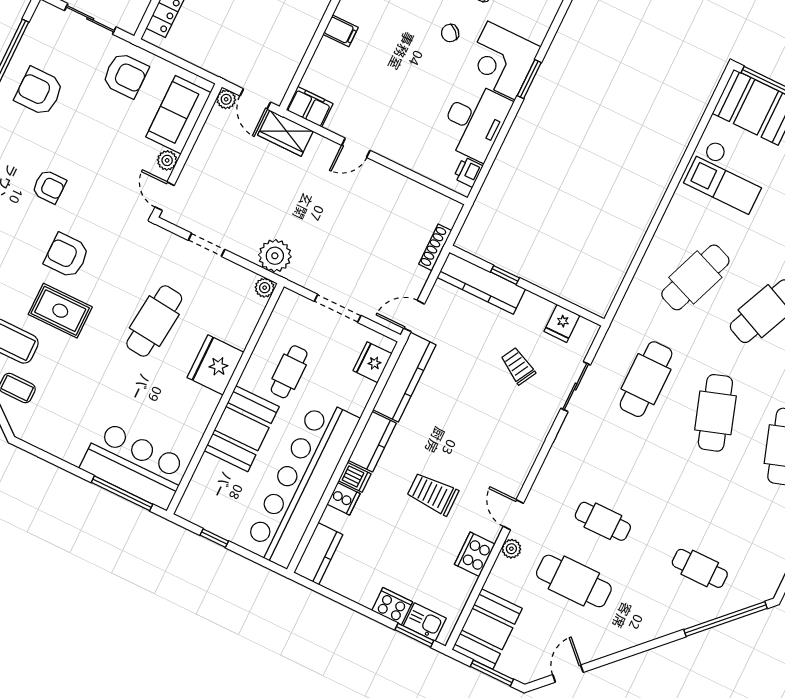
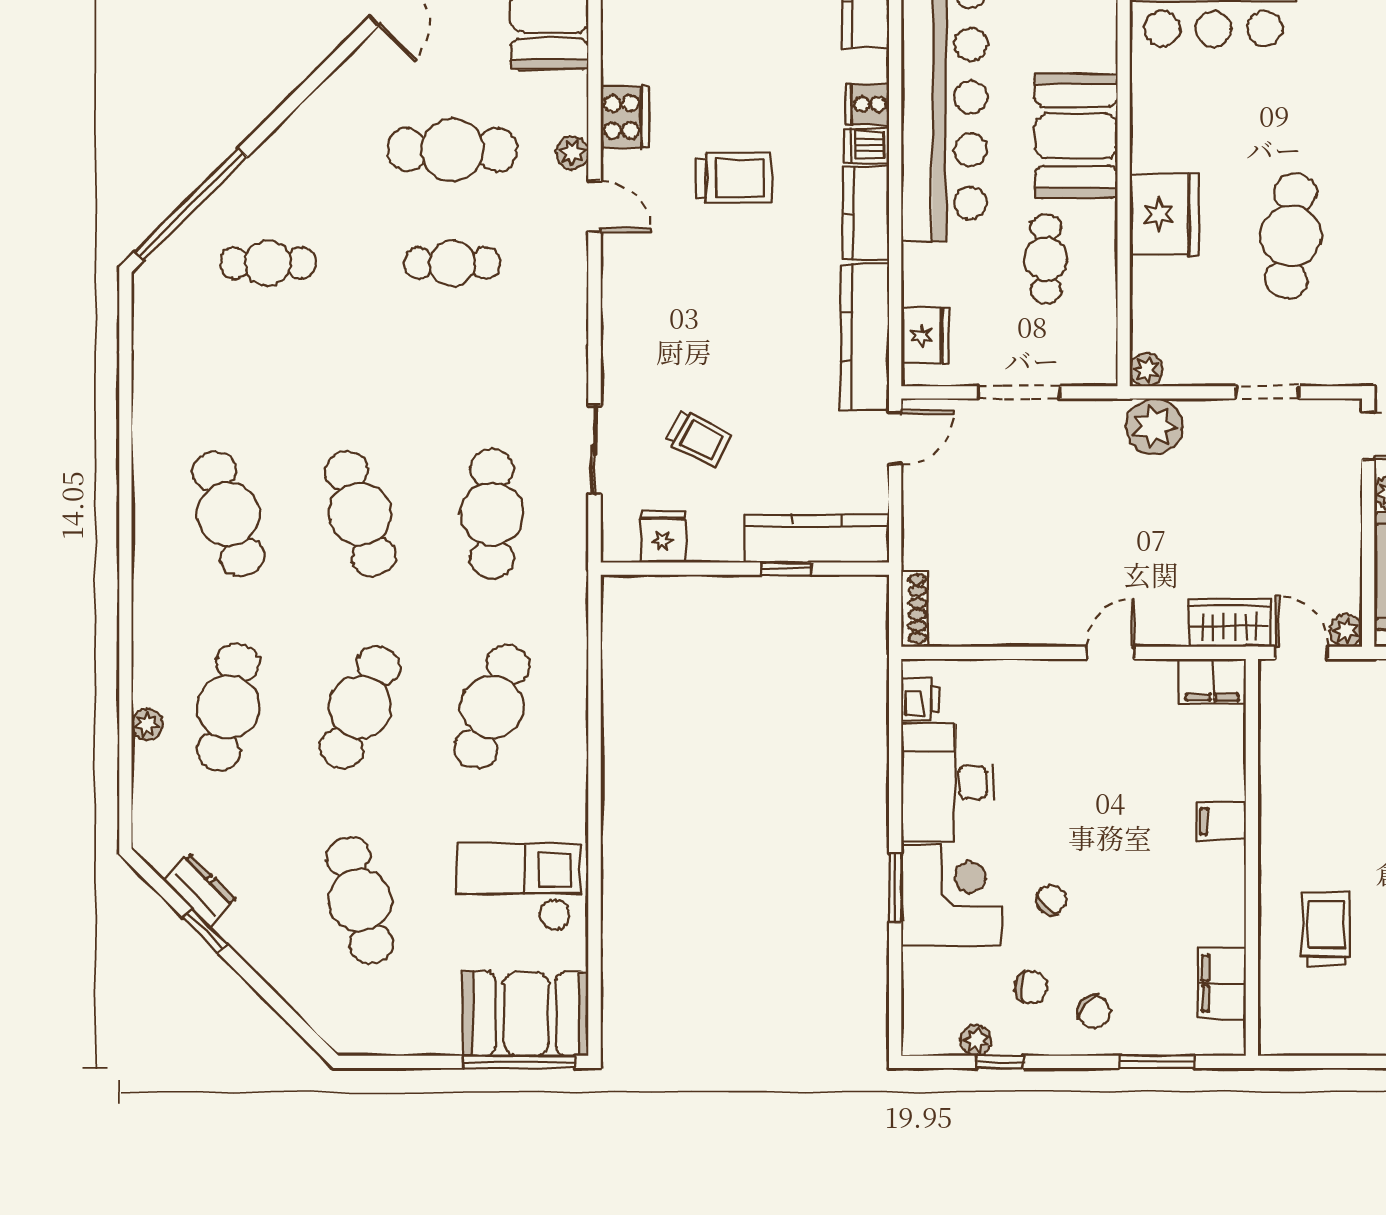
shoe rack: (435, 247) -> (914, 609), moved

